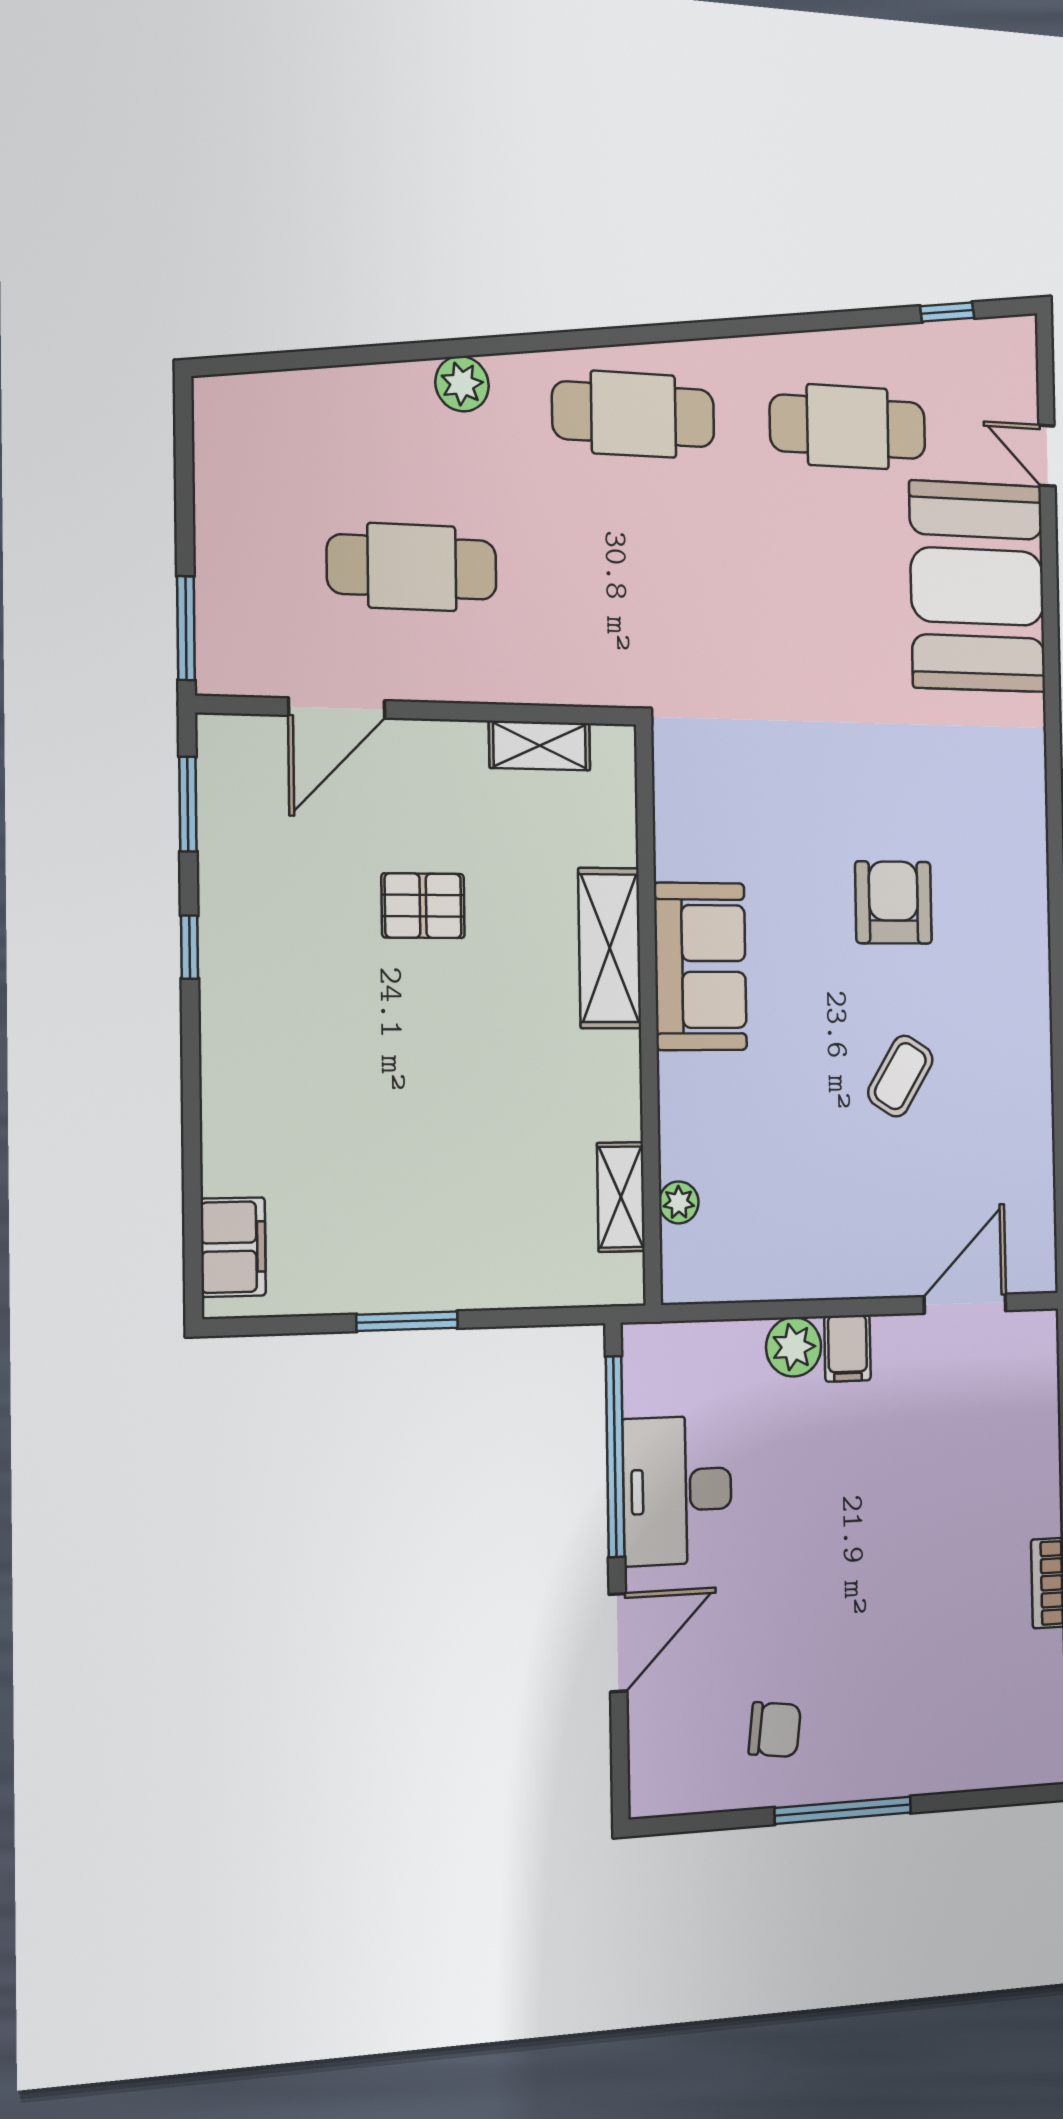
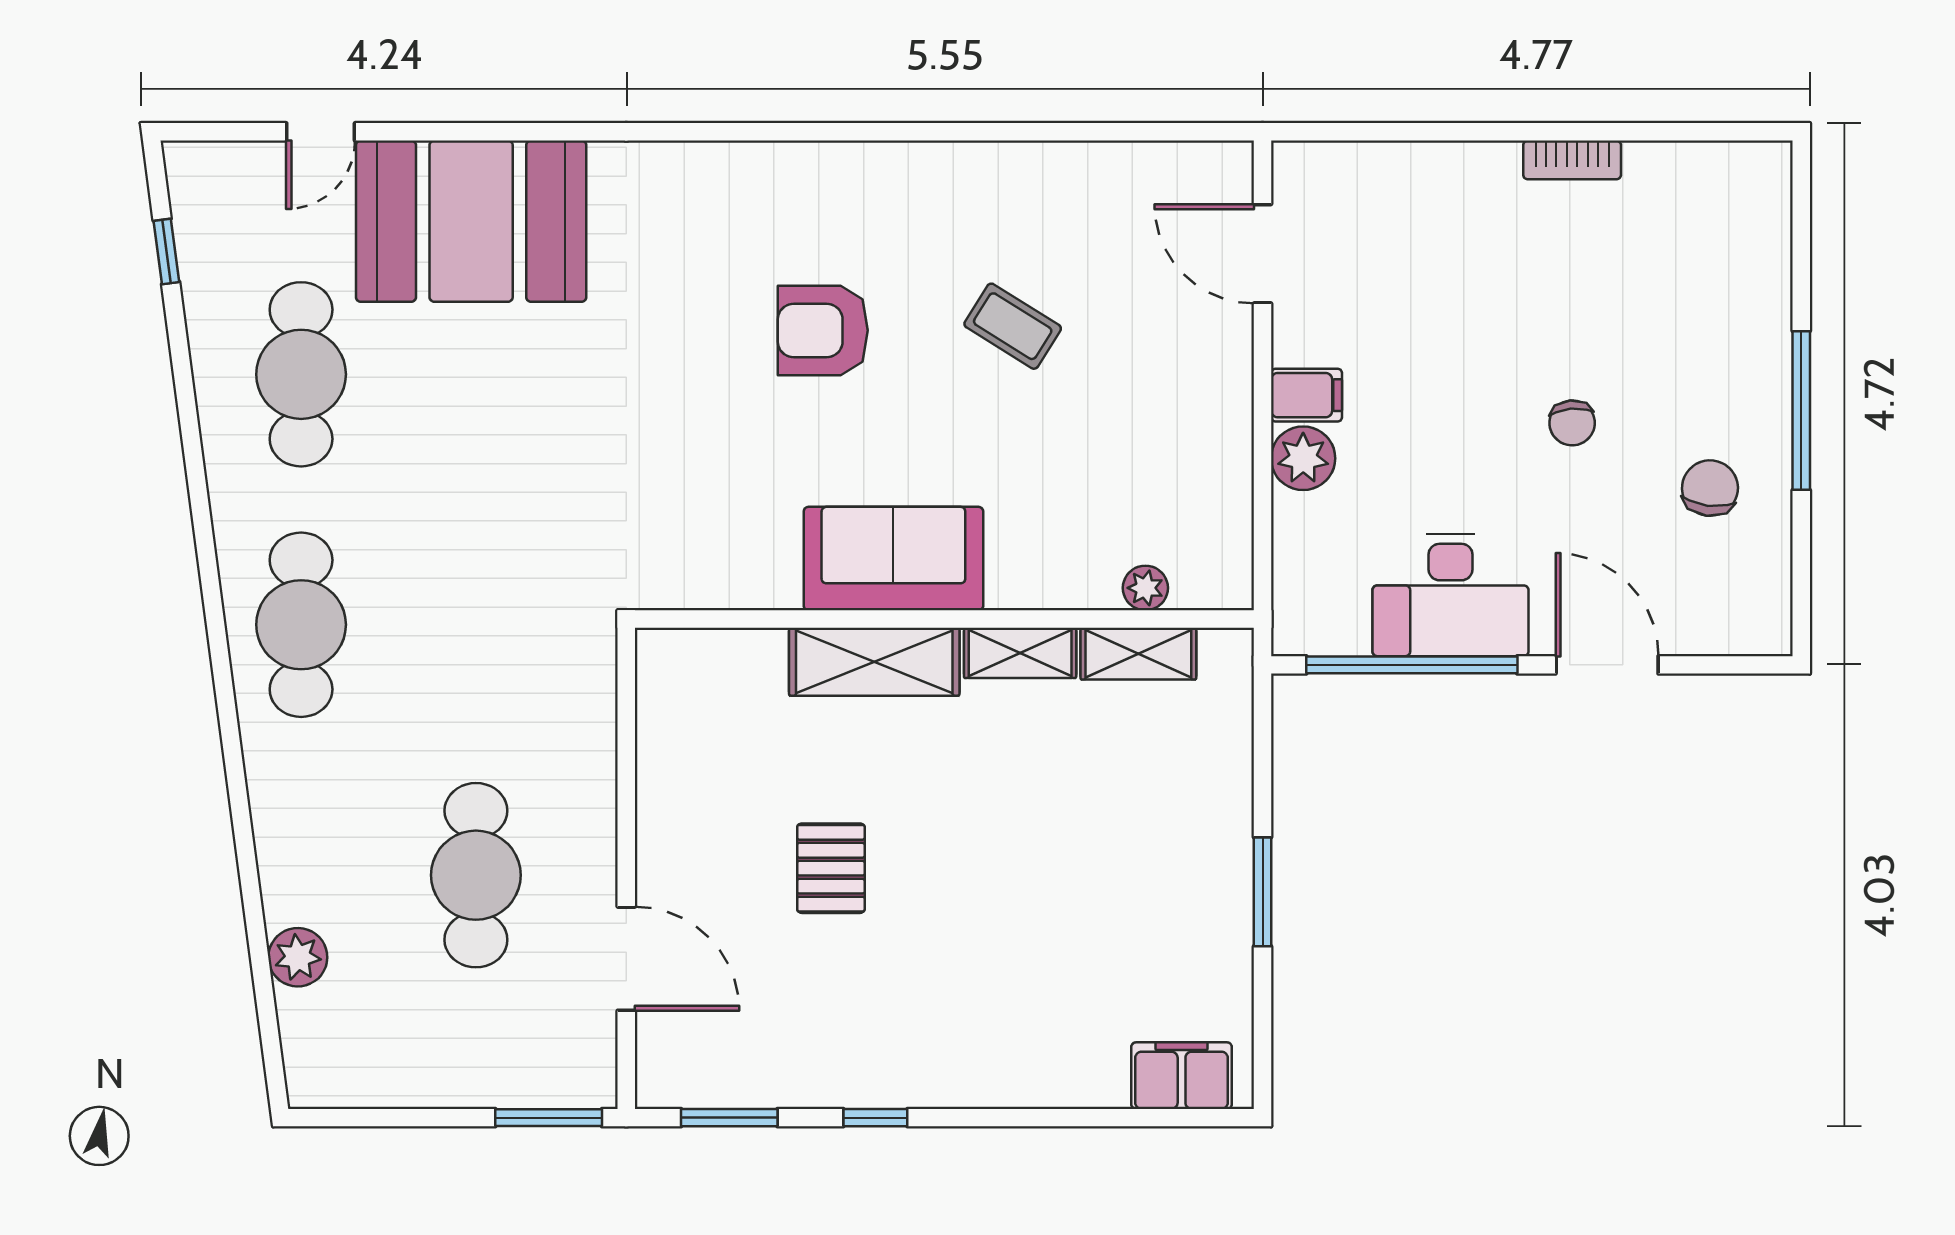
plant: (462, 384) -> (298, 957), moved
shelving: (540, 746) -> (1020, 653), moved, turned 90
chair: (828, 1596) -> (1572, 423), added

